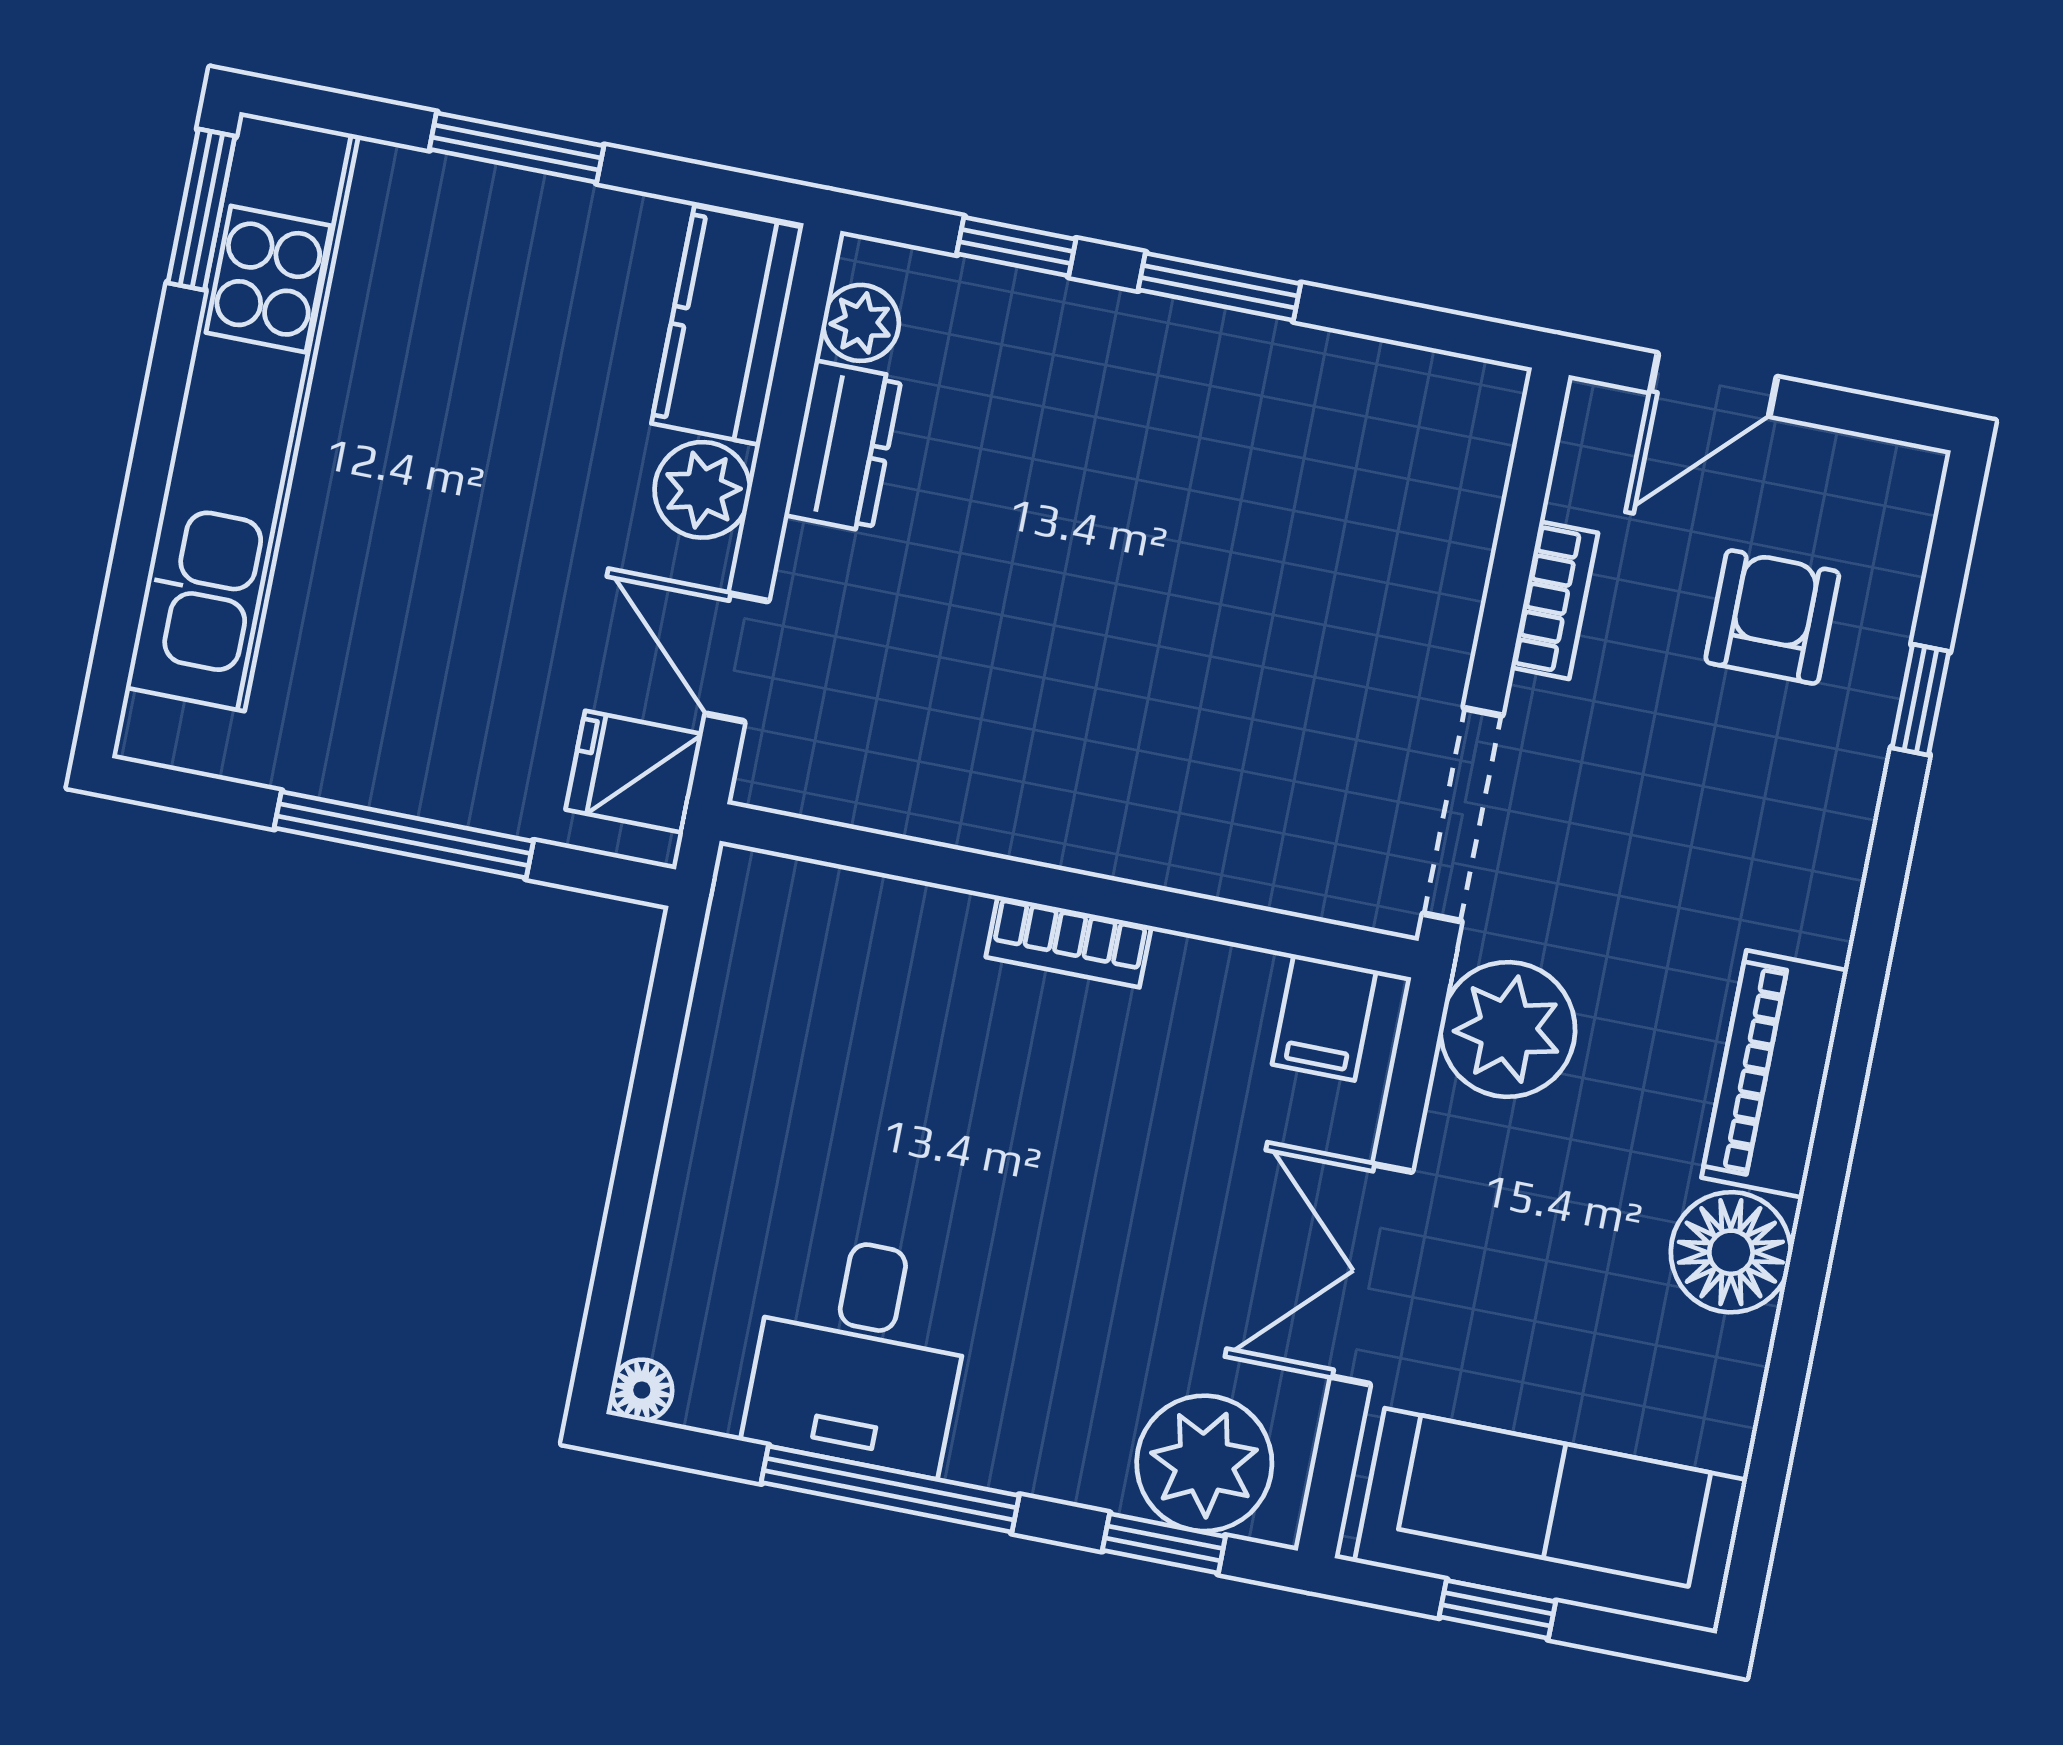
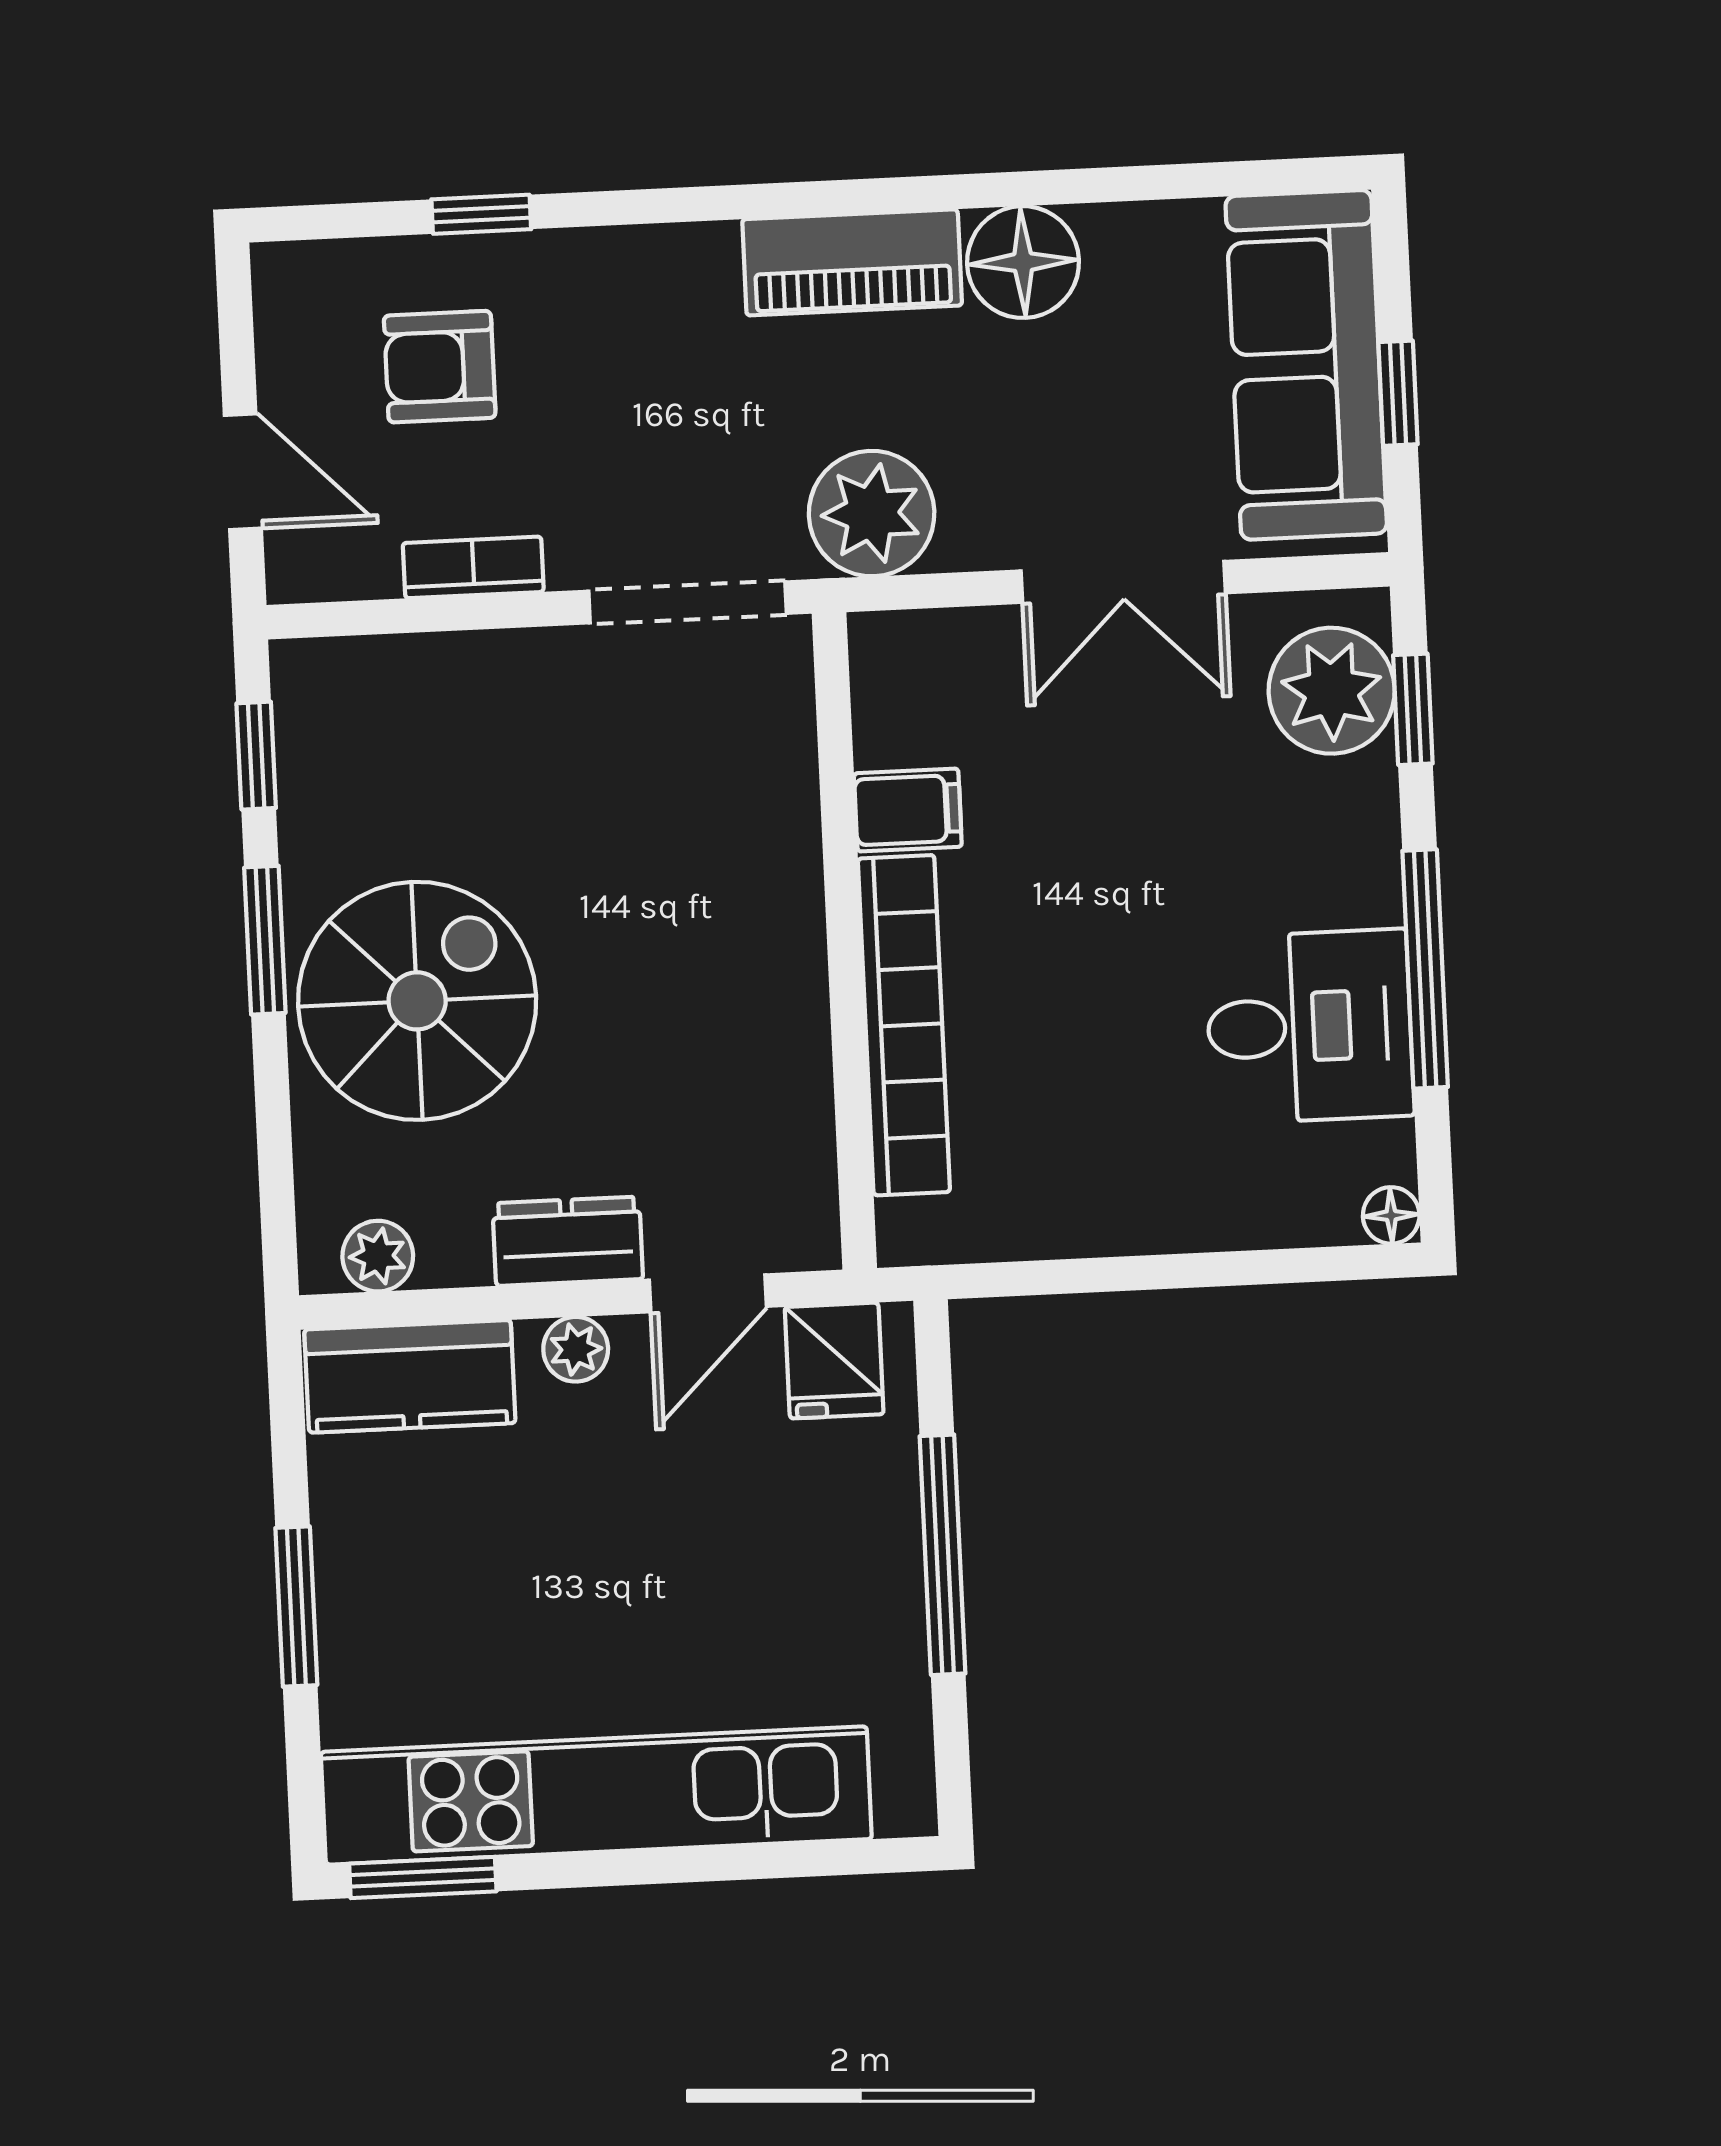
window: (1016, 247) -> (256, 756), moved
spiral stairs: (1117, 430) -> (417, 1001), added
dresser: (843, 446) -> (568, 1241), moved
plant: (702, 490) -> (576, 1349), width x0.73, depth x0.73
bookcase: (1069, 942) -> (904, 1025), width x2.31, depth x1.31
filing cabinet: (1324, 1017) -> (908, 810), moved

